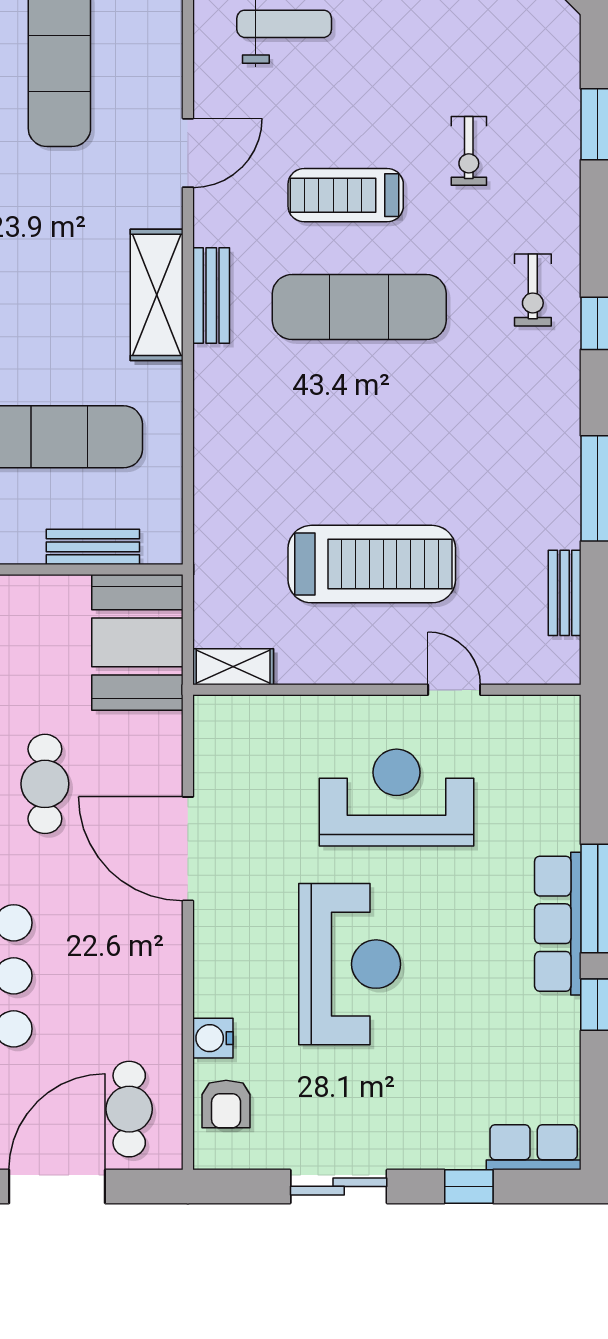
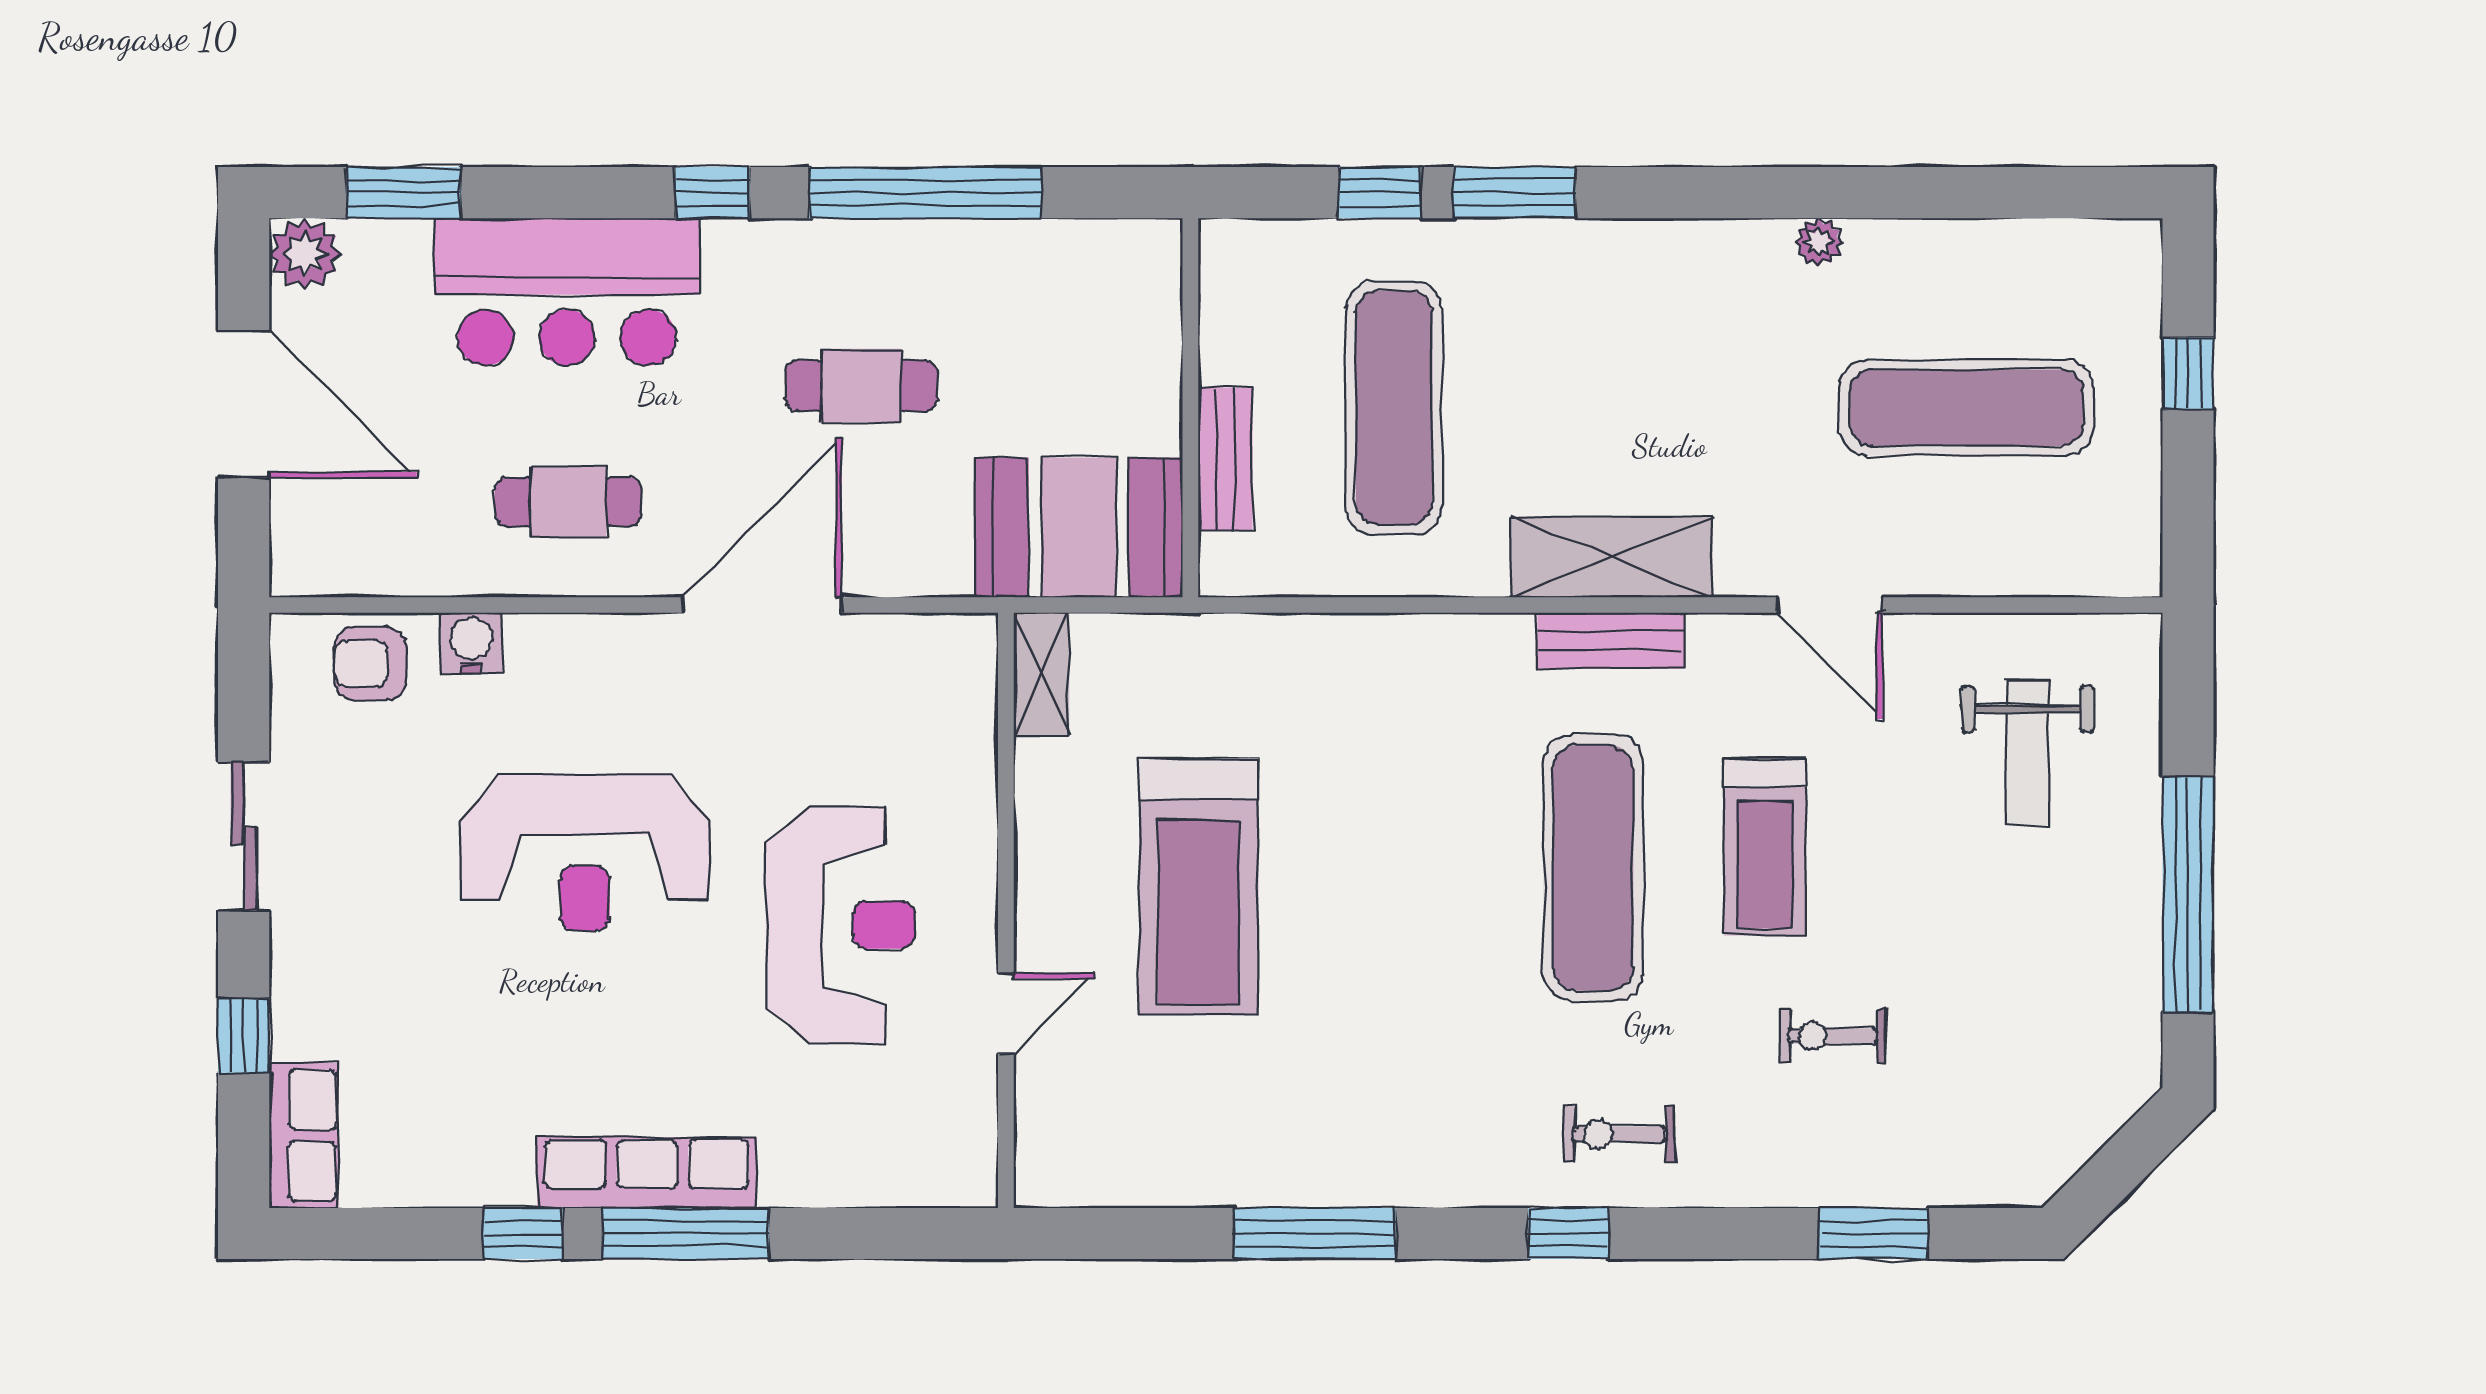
treadmill: (346, 195) -> (1765, 847), turned 180
bench: (565, 593) -> (1155, 1183), removed
cafe table: (129, 1109) -> (568, 502), moved

